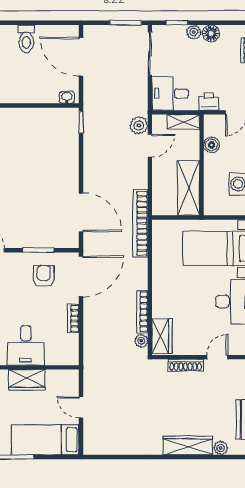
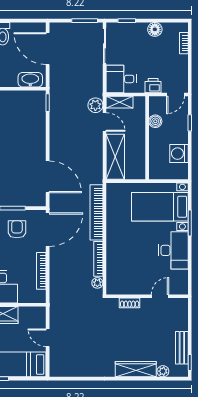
plant: (194, 32) -> (141, 28), removed
washbasin: (67, 97) -> (30, 80), width x1.91, depth x1.45
shelving: (183, 122) -> (120, 102), moved
door: (150, 146) -> (105, 122), hinge flipped
shelving: (189, 188) -> (115, 157), moved
bookcase: (140, 223) -> (96, 212), moved
bookcase: (73, 318) -> (41, 271), width x1.56
wardrobe: (162, 336) -> (114, 279), removed
shoe rack: (186, 365) -> (130, 303), width x0.70

